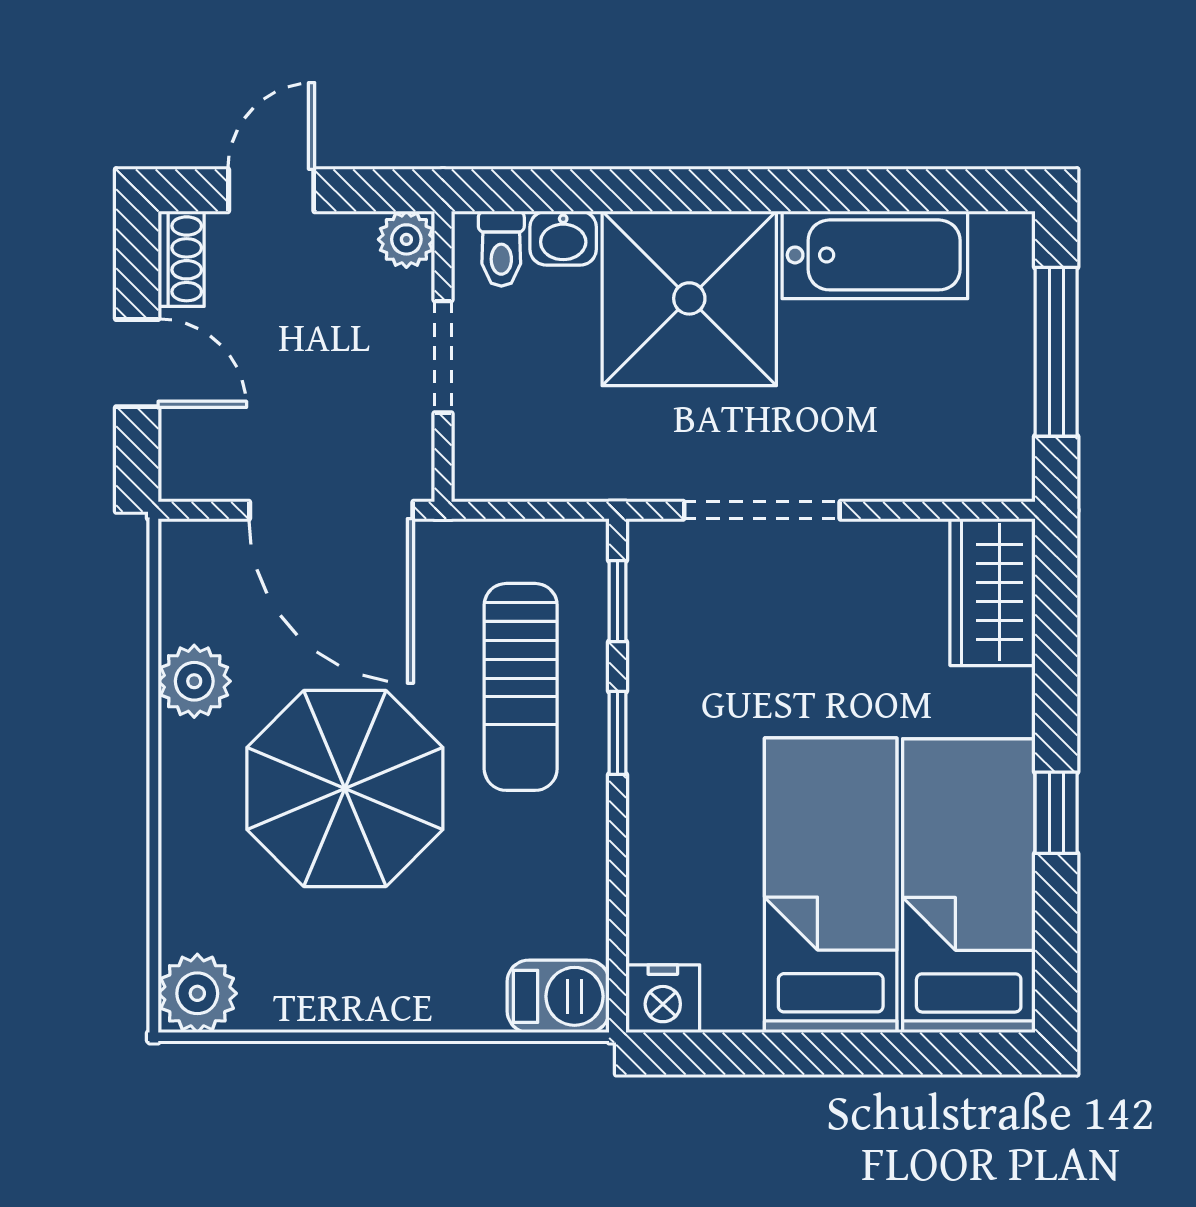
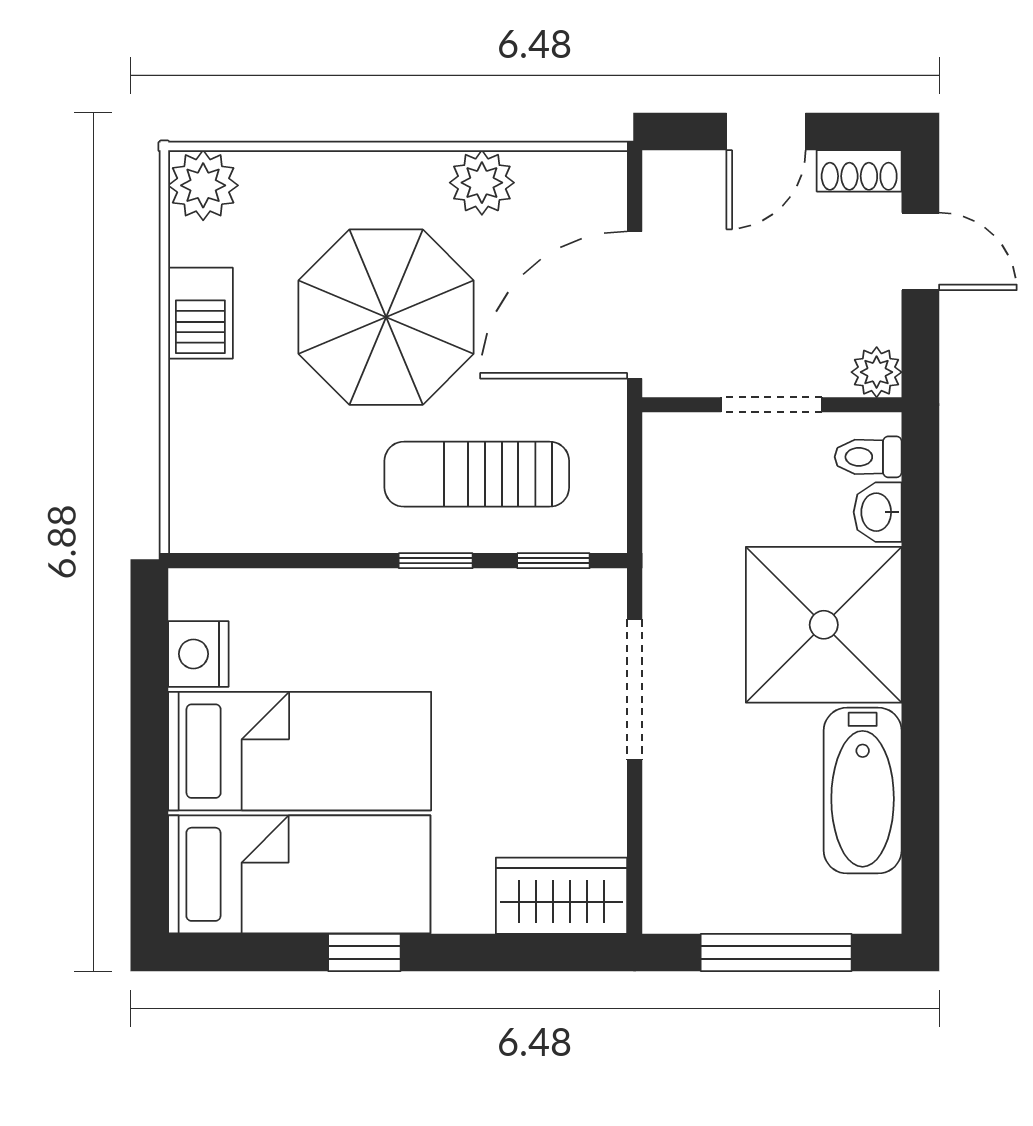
barbecue: (558, 996) -> (200, 313), moved
nightstand: (663, 999) -> (198, 654), moved

